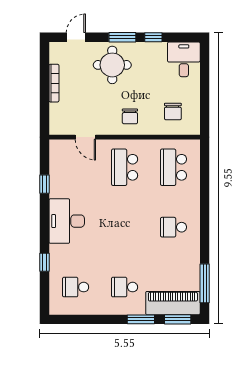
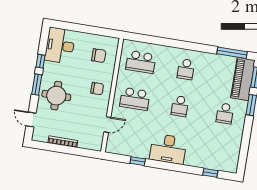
desk: (184, 59) -> (60, 46), width x1.37
window: (44, 262) -> (210, 173), moved
school desk: (76, 287) -> (180, 106), moved

